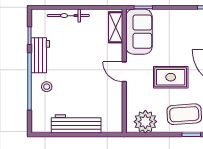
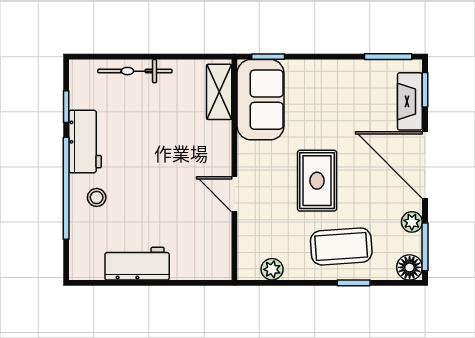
door: (124, 72) -> (234, 194), moved
rug: (171, 77) -> (317, 181), turned 90
plant: (145, 122) -> (272, 269), width x0.53, depth x0.53
workbench: (76, 124) -> (137, 264), width x0.73

